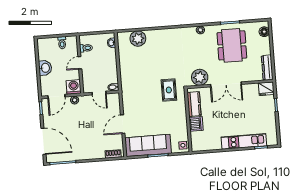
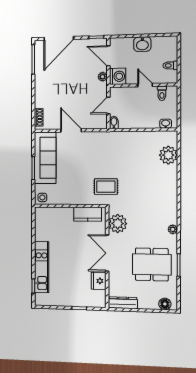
fridge: (266, 89) -> (99, 281), moved
dishwasher: (196, 124) -> (65, 215), removed

